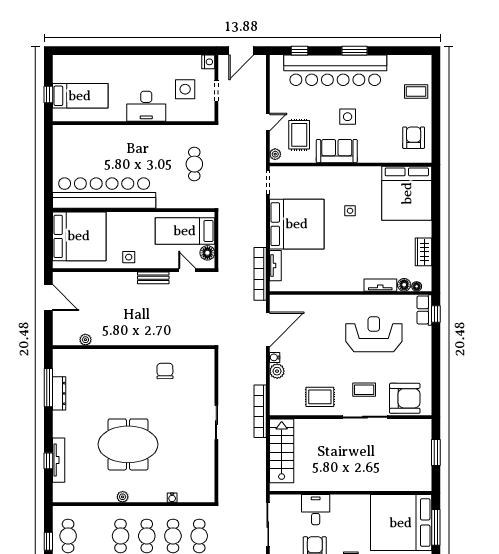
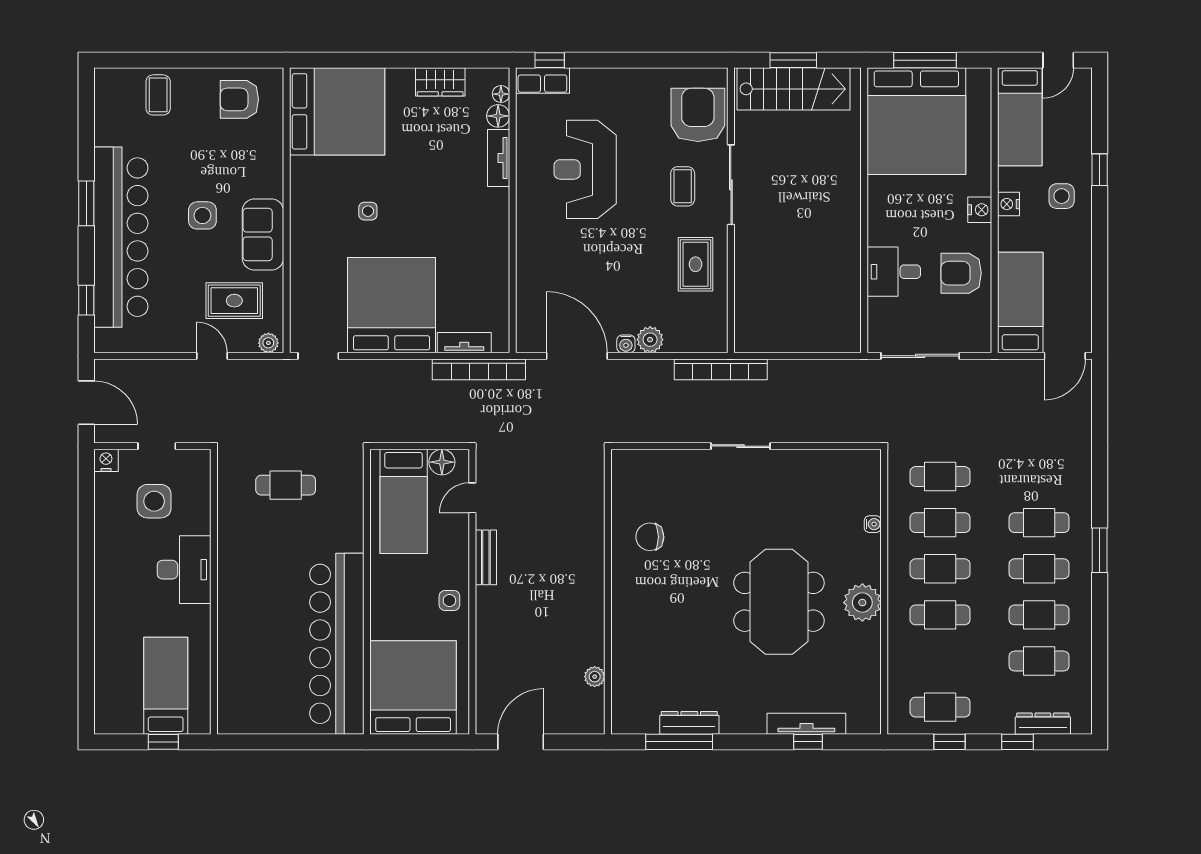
stairs: (282, 451) -> (794, 89), moved, turned 180
plant: (123, 497) -> (862, 603), width x1.88, depth x1.88

